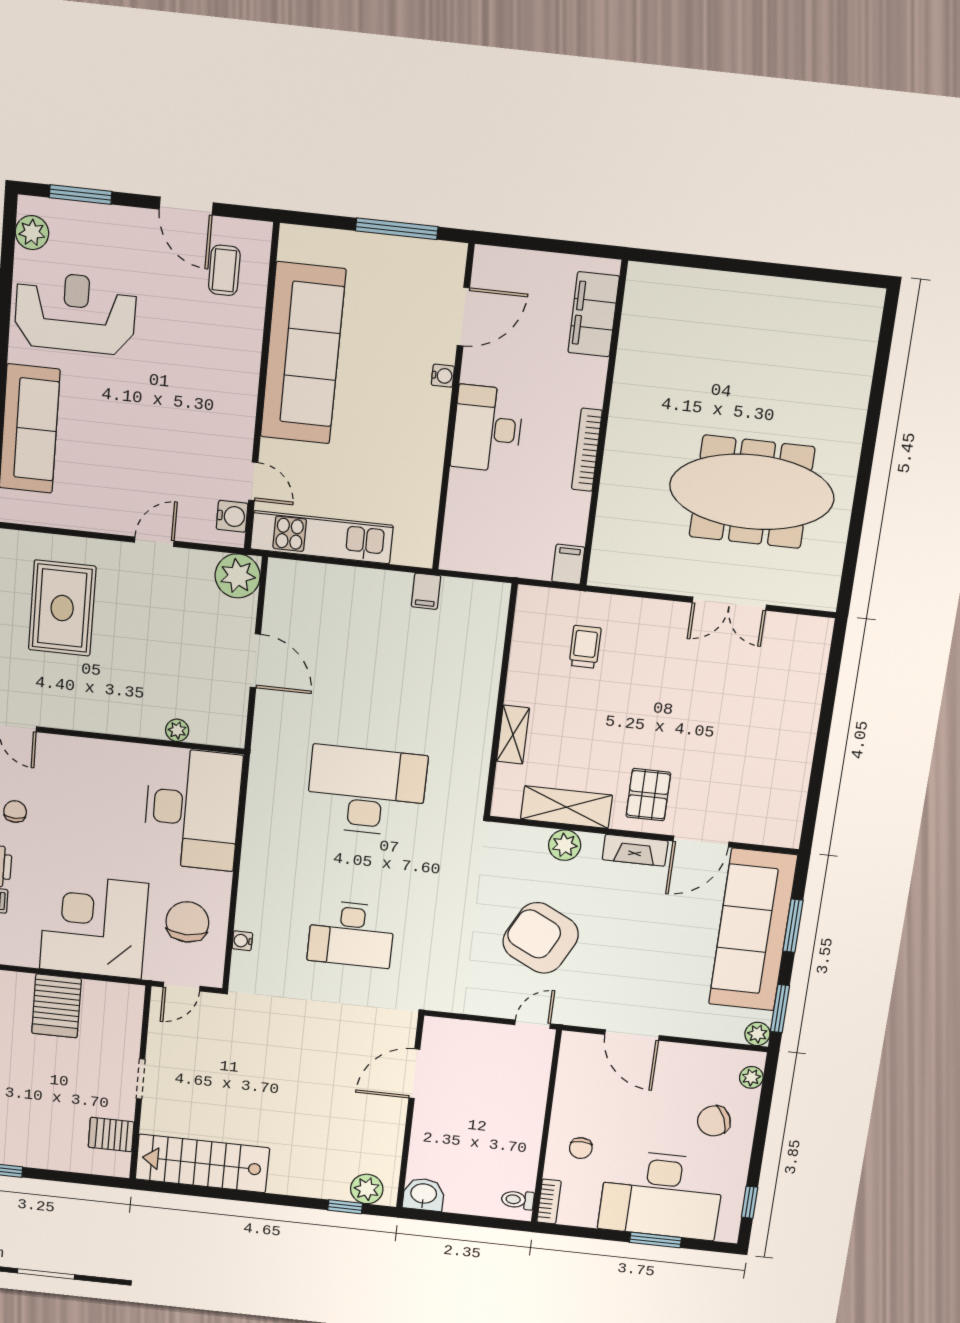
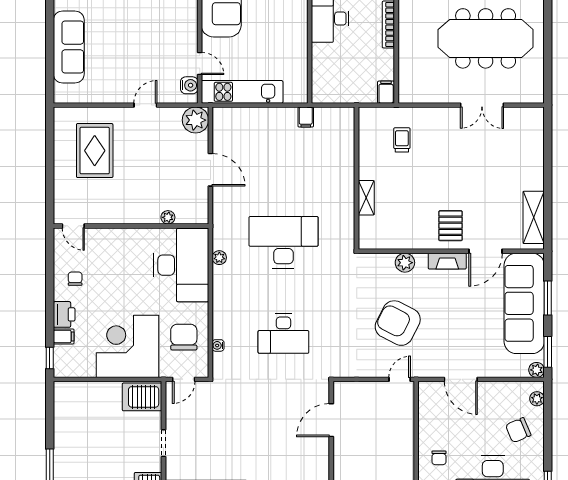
plant: (257, 804) -> (219, 258), added
shelving: (566, 807) -> (534, 217), moved, turned 90
server rack: (57, 1006) -> (142, 397), moved, turned 90

